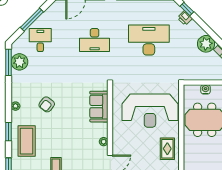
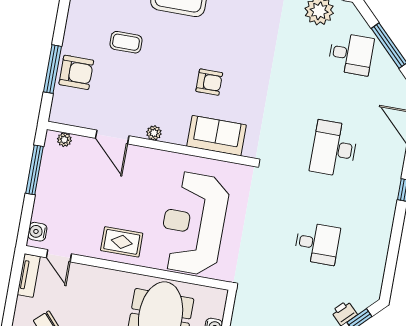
desk: (149, 40) -> (317, 243), width x0.53, depth x0.77
armchair: (47, 104) -> (209, 82), moved, turned 142

